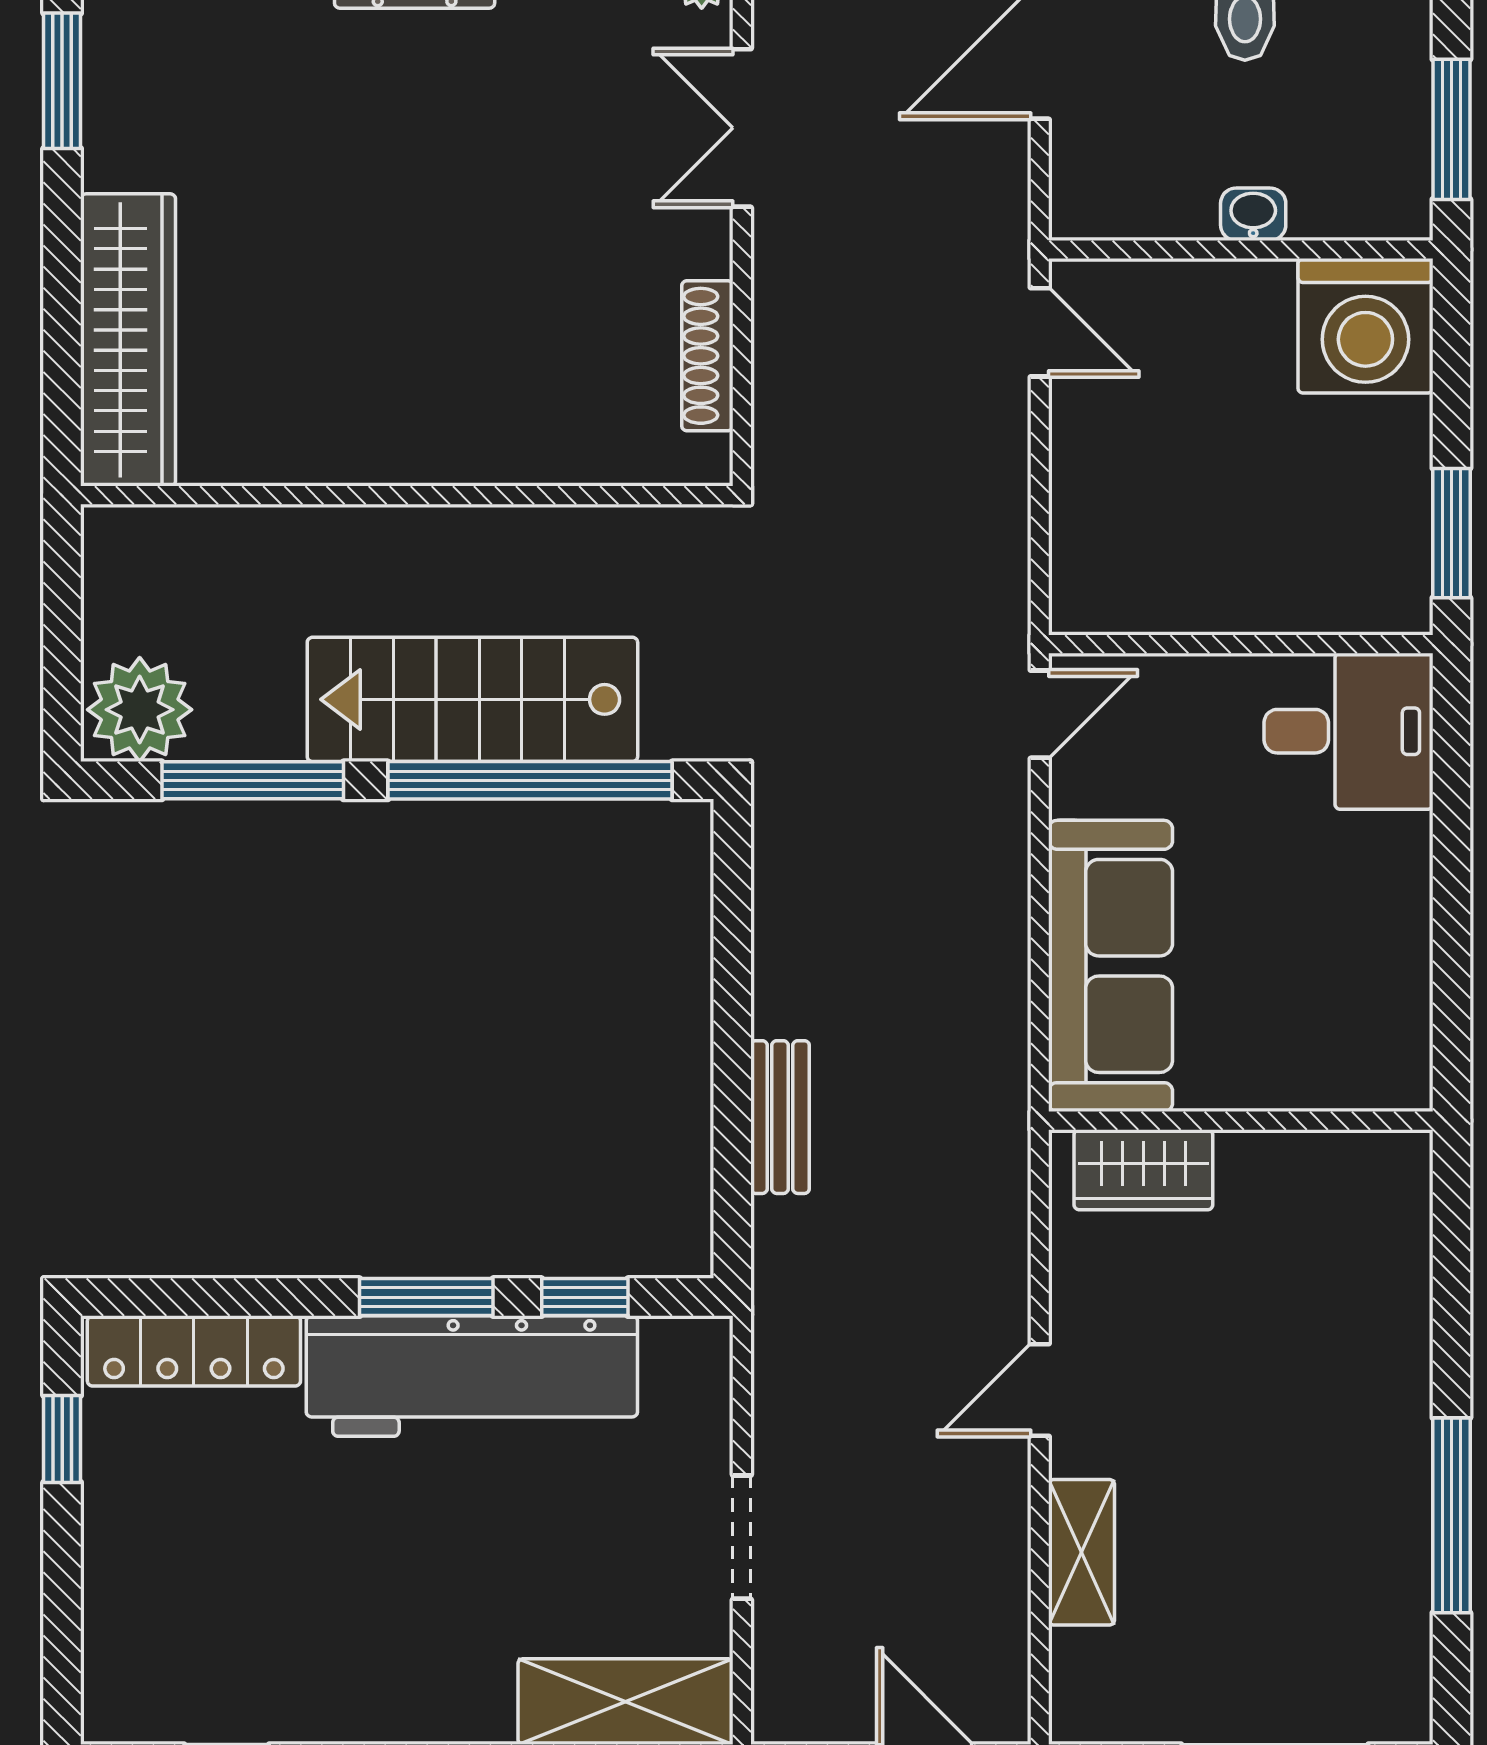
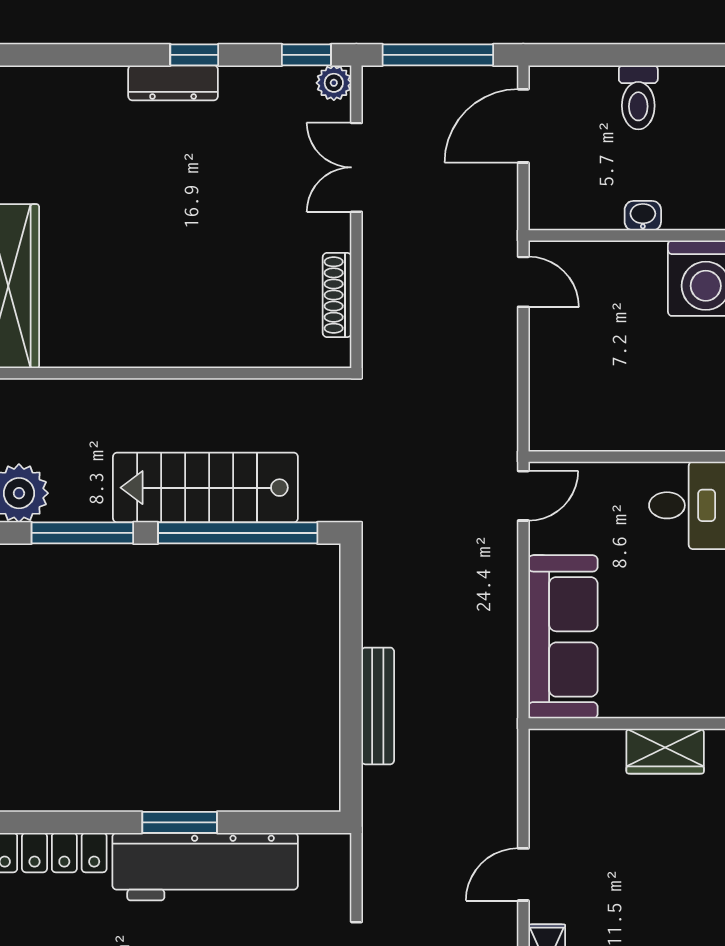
bench: (780, 1117) -> (378, 706), width x1.36
wardrobe: (1143, 1170) -> (665, 751), moved
window: (585, 1297) -> (268, 822), removed

